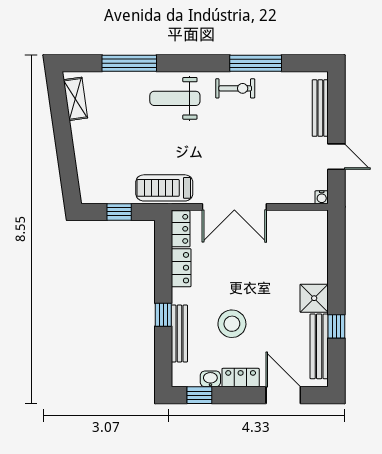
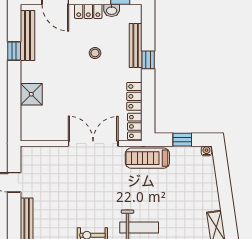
treadmill: (164, 188) -> (147, 158), turned 180
water cooler: (322, 197) -> (206, 151), moved
shower: (314, 298) -> (31, 94), moved
stool: (232, 324) -> (95, 53), width x0.53, depth x0.53

